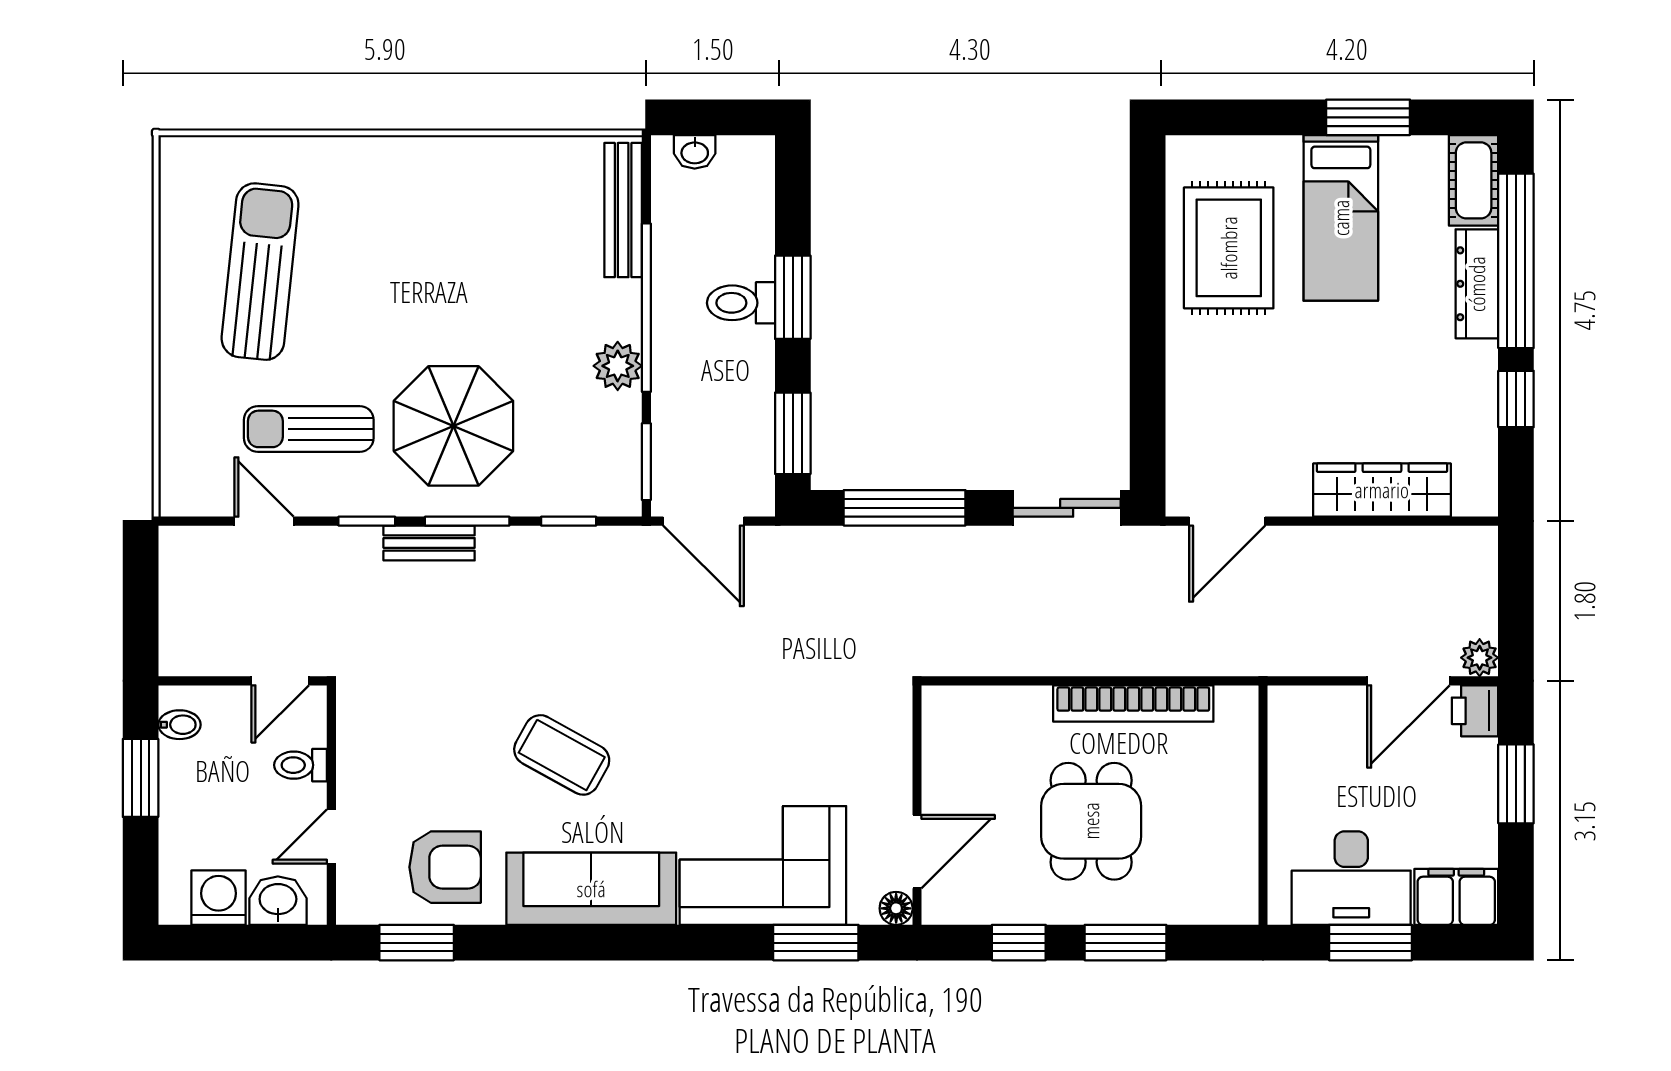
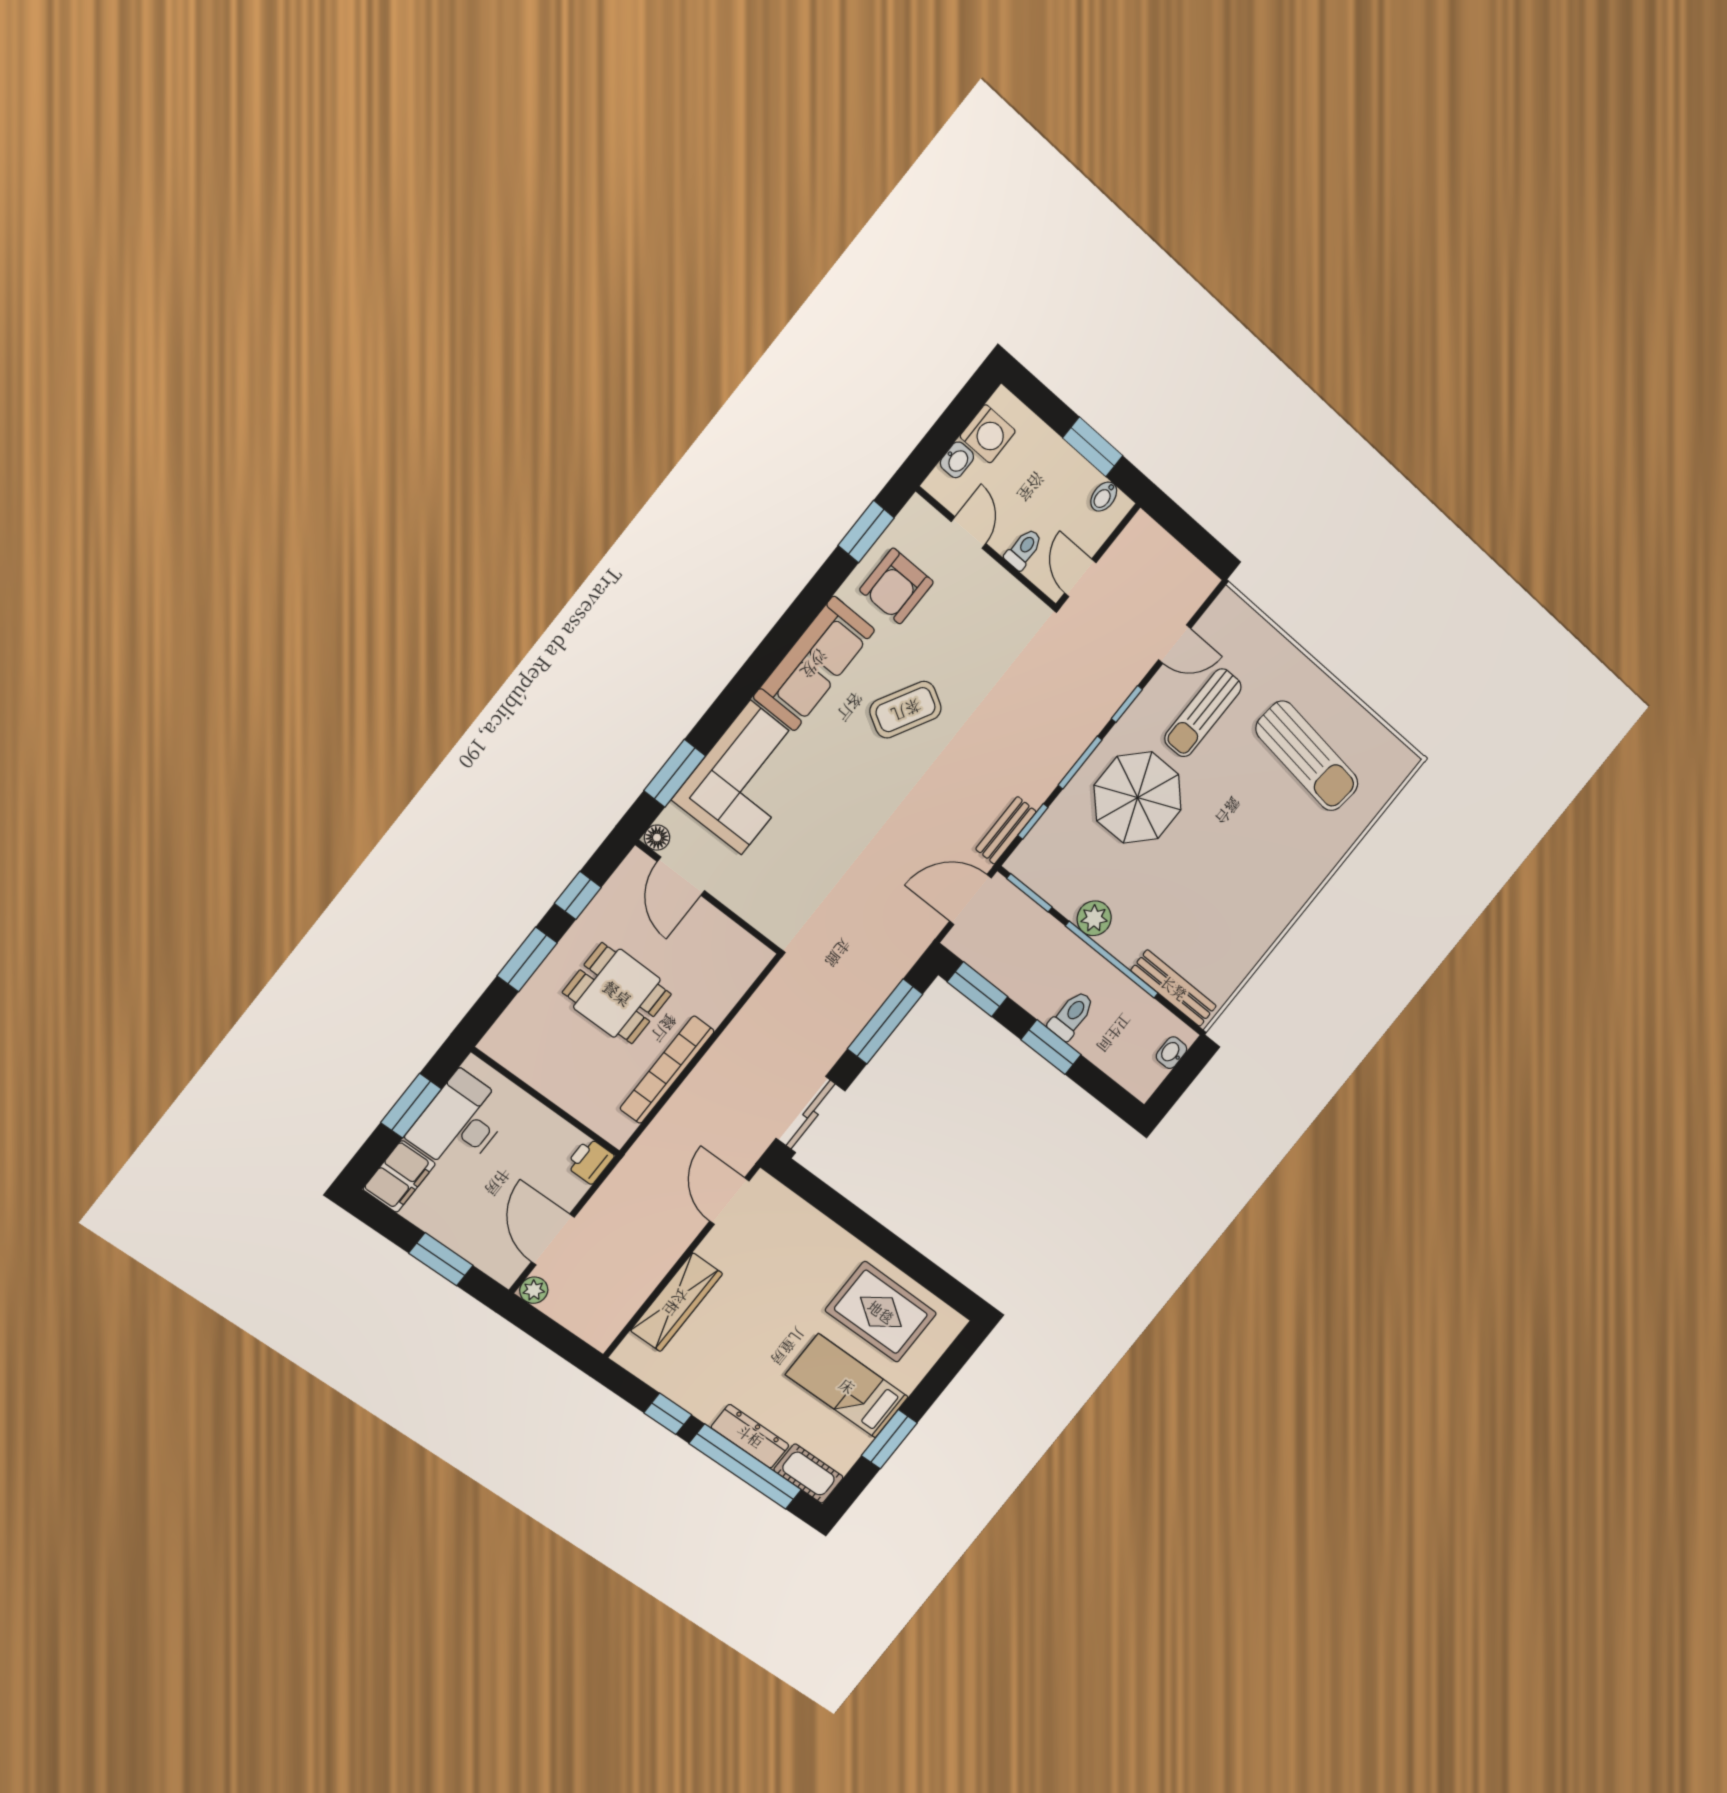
sun lounger: (309, 429) -> (1203, 713), turned 180
bench: (429, 543) -> (1006, 830), moved
printer: (1475, 711) -> (590, 1161), moved, turned -90
washbasin: (278, 901) -> (957, 460), width x0.72, depth x0.69

